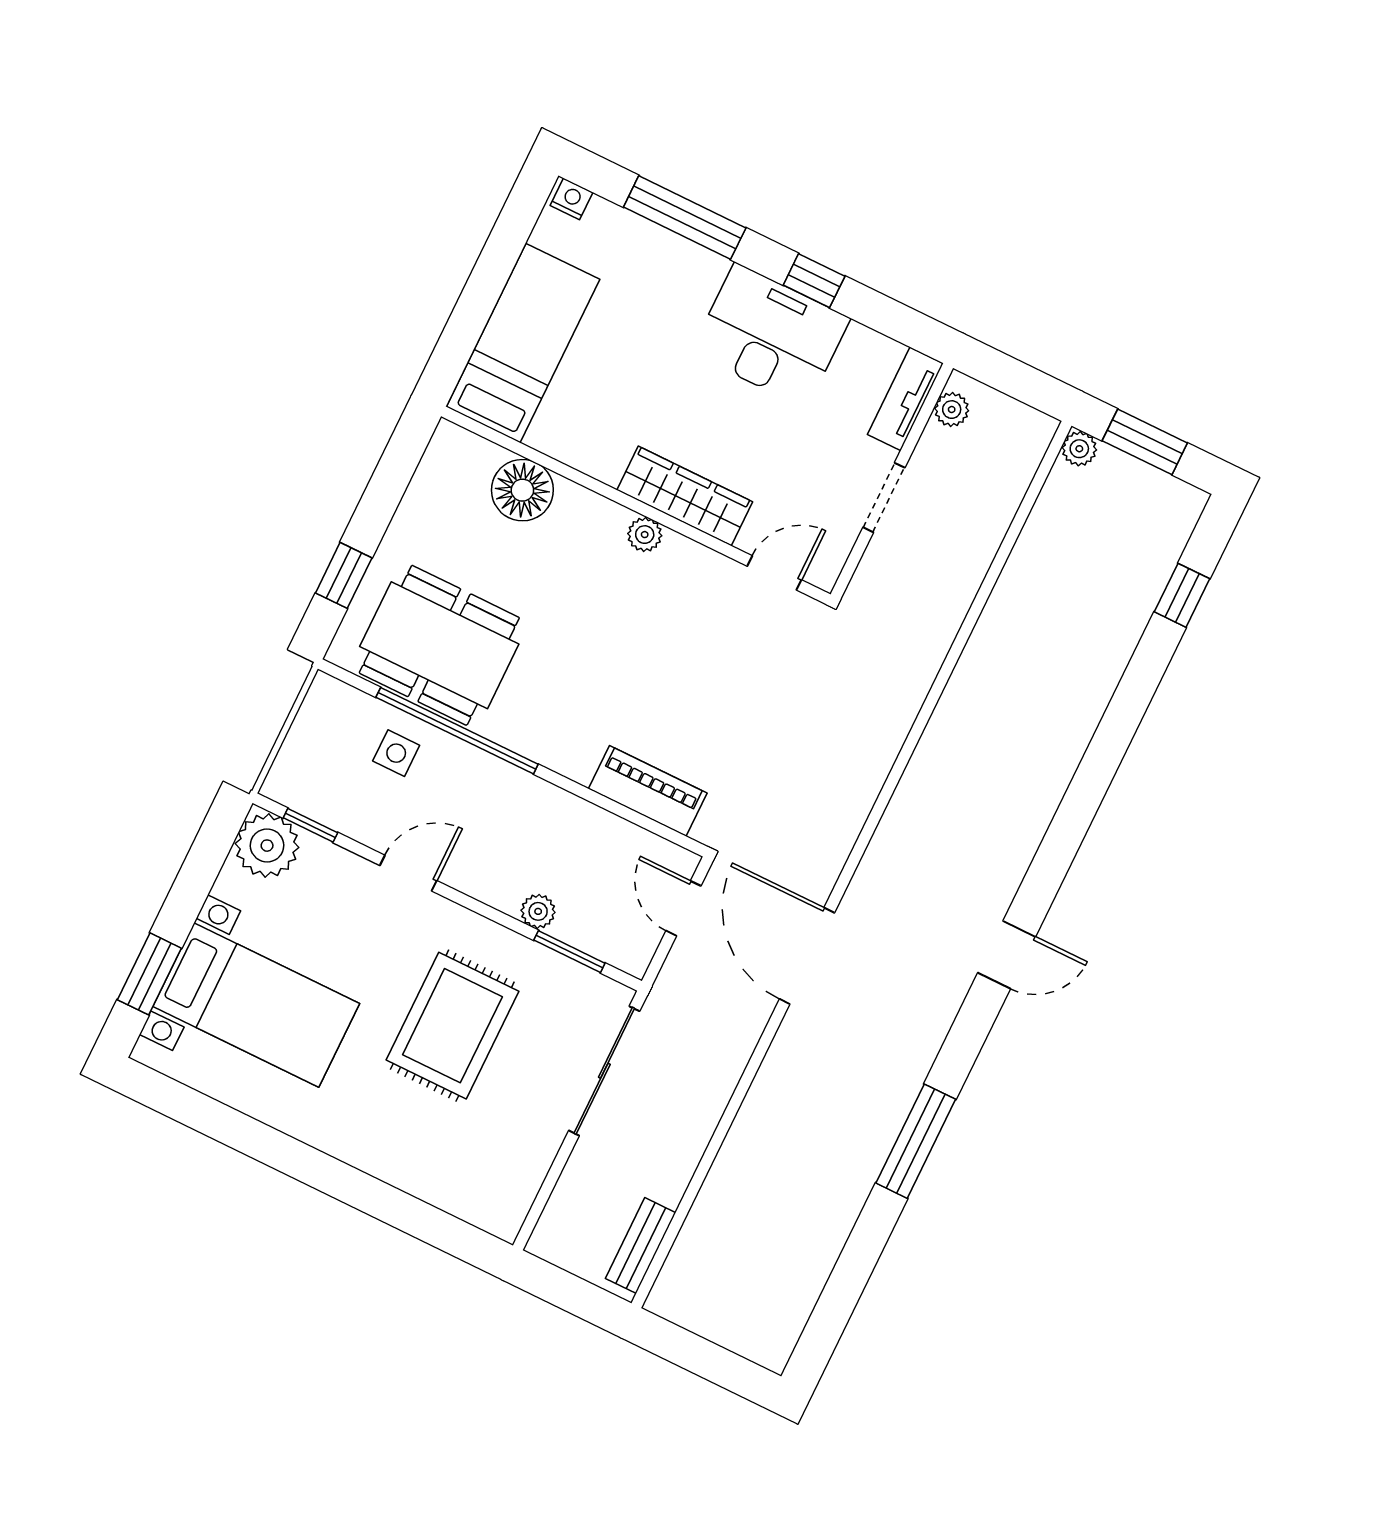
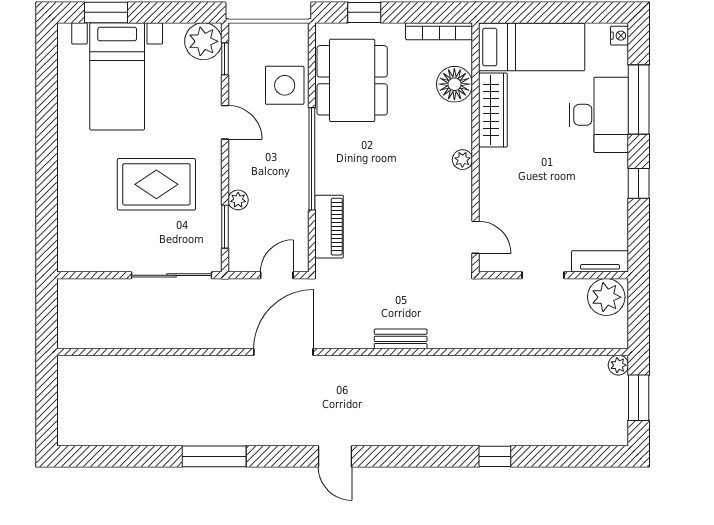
desk: (771, 336) -> (599, 115), moved
plant: (952, 410) -> (606, 297), width x1.87, depth x1.87
bookcase: (429, 474) -> (439, 31), added
wardrobe: (685, 496) -> (493, 110), moved
window: (1182, 595) -> (495, 456), moved
window: (457, 731) -> (312, 159), moved
side table: (396, 753) -> (285, 85), width x1.87, depth x1.87
bench: (641, 1246) -> (401, 339), moved

